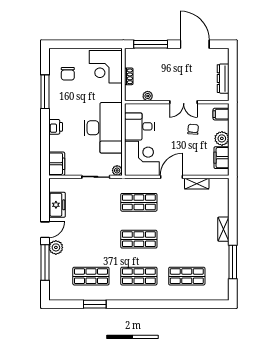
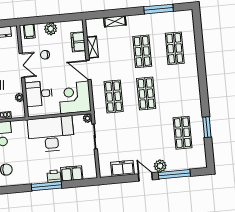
window: (45, 92) -> (47, 186), moved
desk: (139, 126) -> (39, 94), moved, turned 90
filing cabinet: (222, 158) -> (78, 42), moved, turned 90
filing cabinet: (57, 164) -> (72, 173), moved
shelving: (223, 229) -> (115, 21), moved
shop shelf: (139, 276) -> (142, 51), moved

